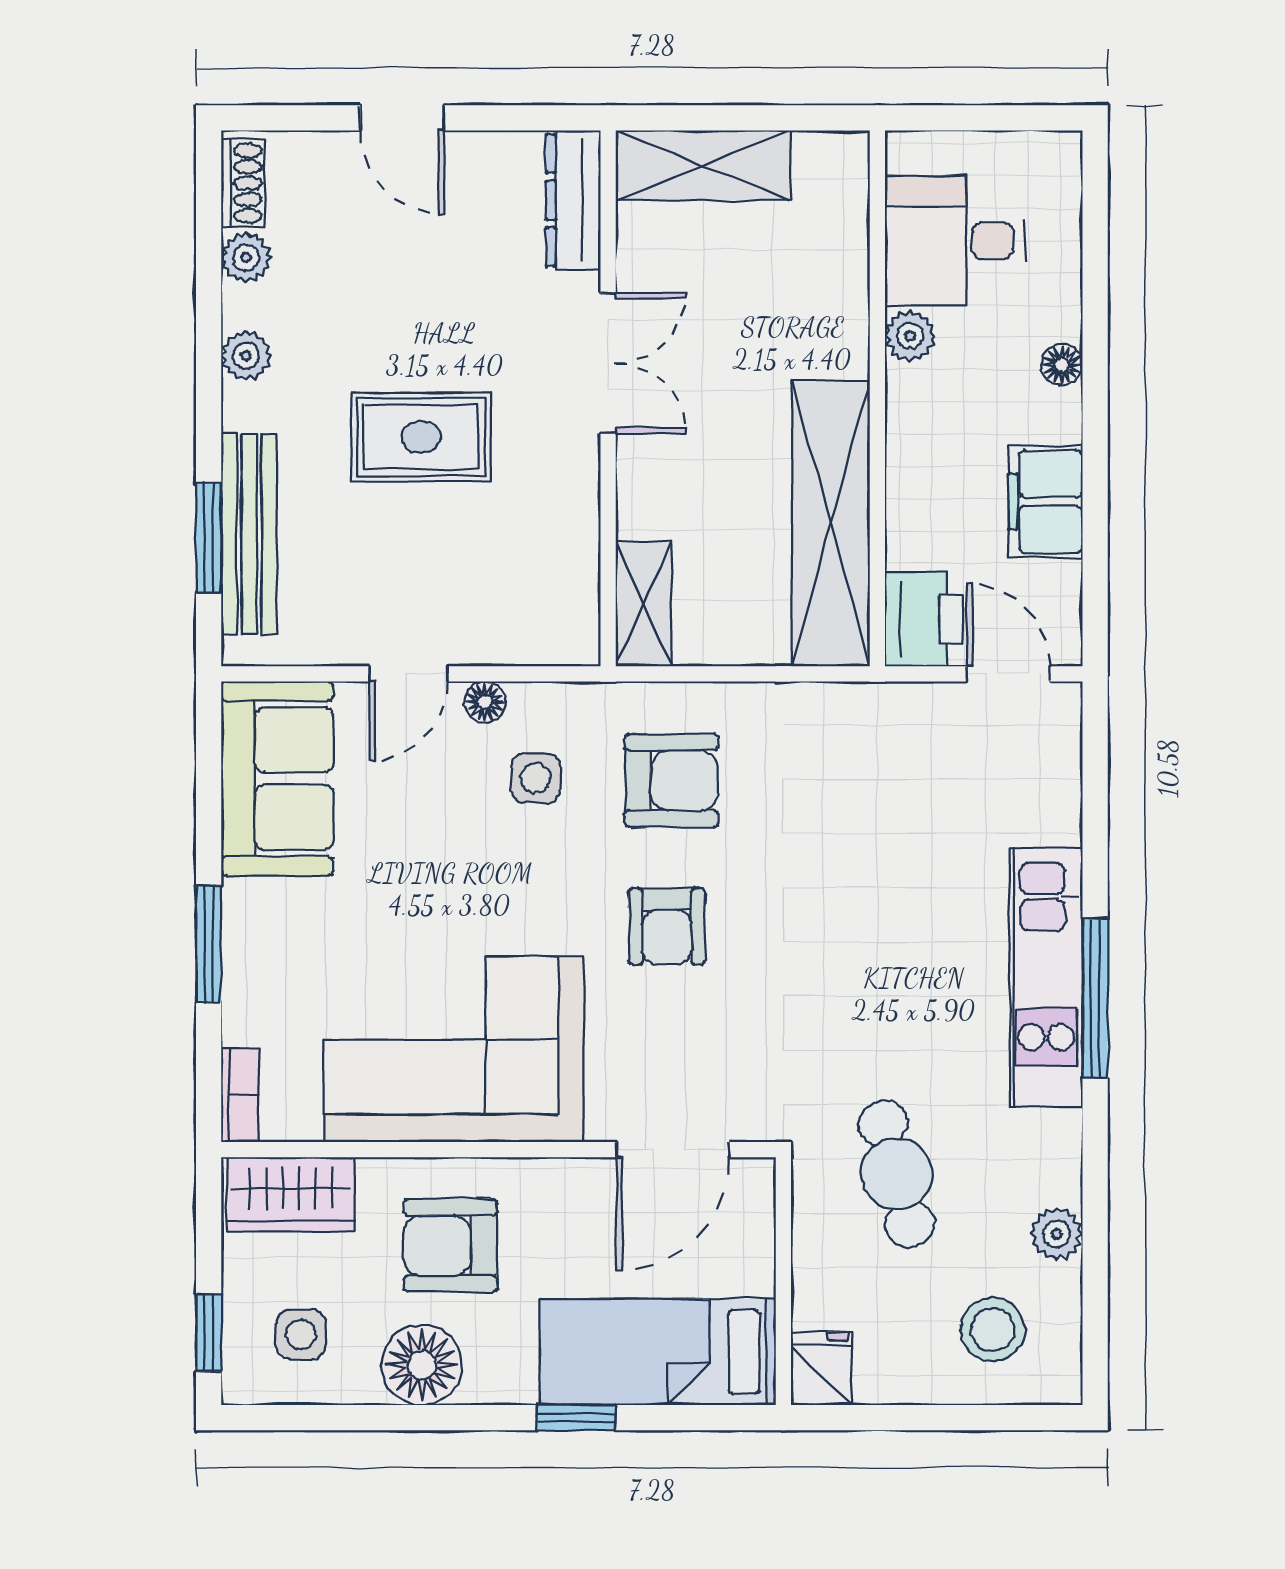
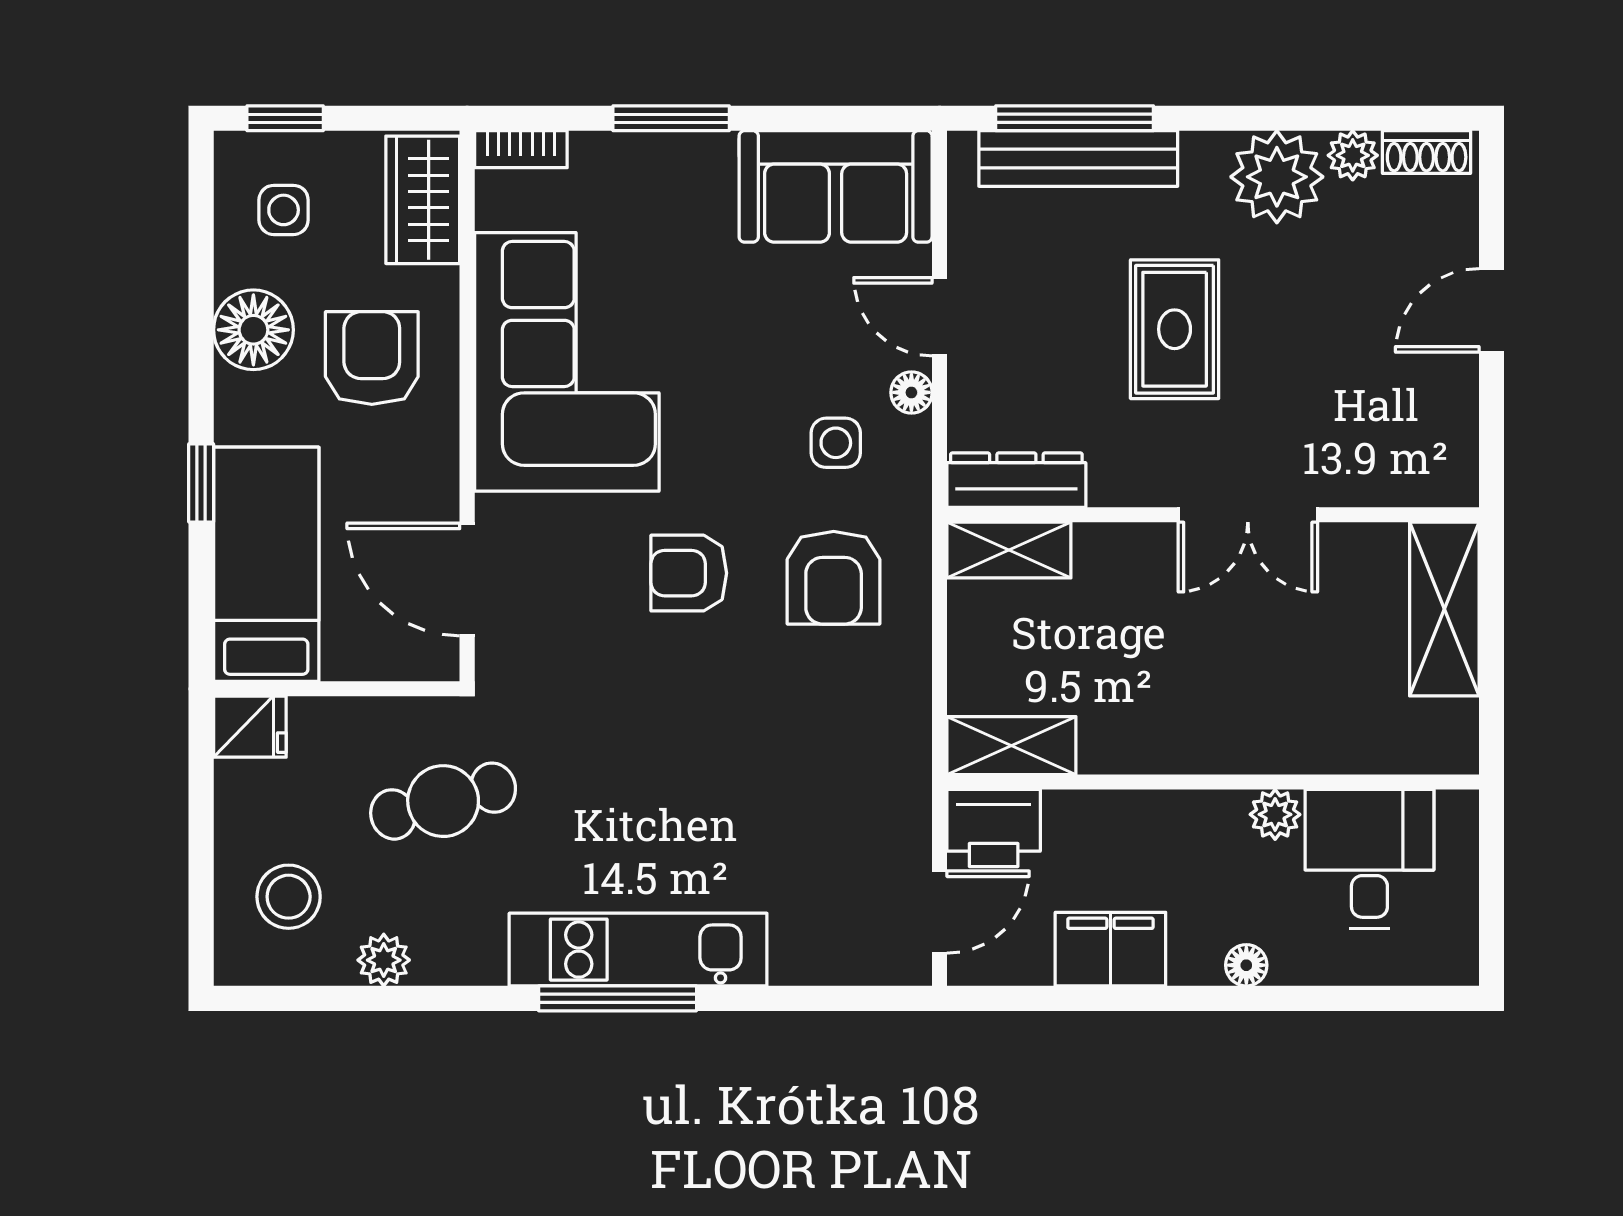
dresser: (573, 200) -> (1016, 480), moved
plant: (246, 356) -> (1277, 177), width x1.88, depth x1.88
shelving: (831, 523) -> (1011, 746), width x0.45, depth x0.75
window: (209, 538) -> (1075, 118), width x1.44

